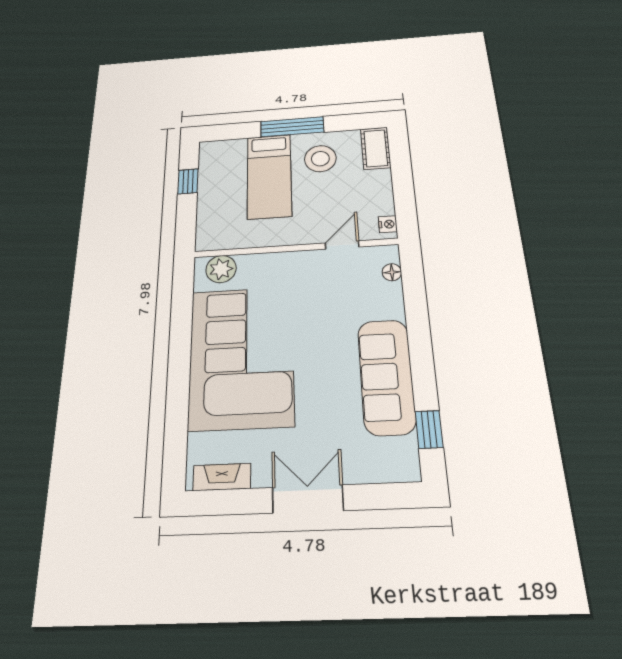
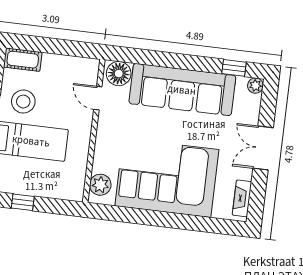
nightstand: (388, 224) -> (88, 64), removed
floor lamp: (392, 272) -> (119, 74), width x1.89, depth x1.89
sofa: (386, 376) -> (182, 90), width x1.36, depth x1.27
plant: (408, 469) -> (255, 86), added

